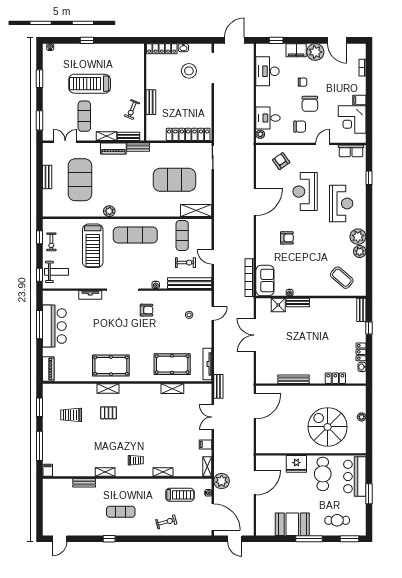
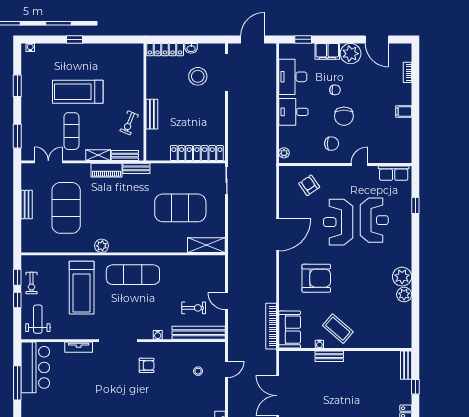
desk: (268, 118) -> (293, 112), moved
corner desk: (352, 119) -> (395, 135), removed
reception desk: (341, 203) -> (374, 220), moved
exercise mat: (182, 235) -> (190, 275), removed
armchair: (287, 238) -> (316, 278), width x1.88, depth x1.88
weight bench: (57, 272) -> (38, 319), turned -90
window: (40, 275) -> (17, 300), moved
coffee table: (342, 278) -> (338, 329), moved
shower: (278, 305) -> (306, 359), removed
bar counter: (54, 326) -> (35, 367), moved

